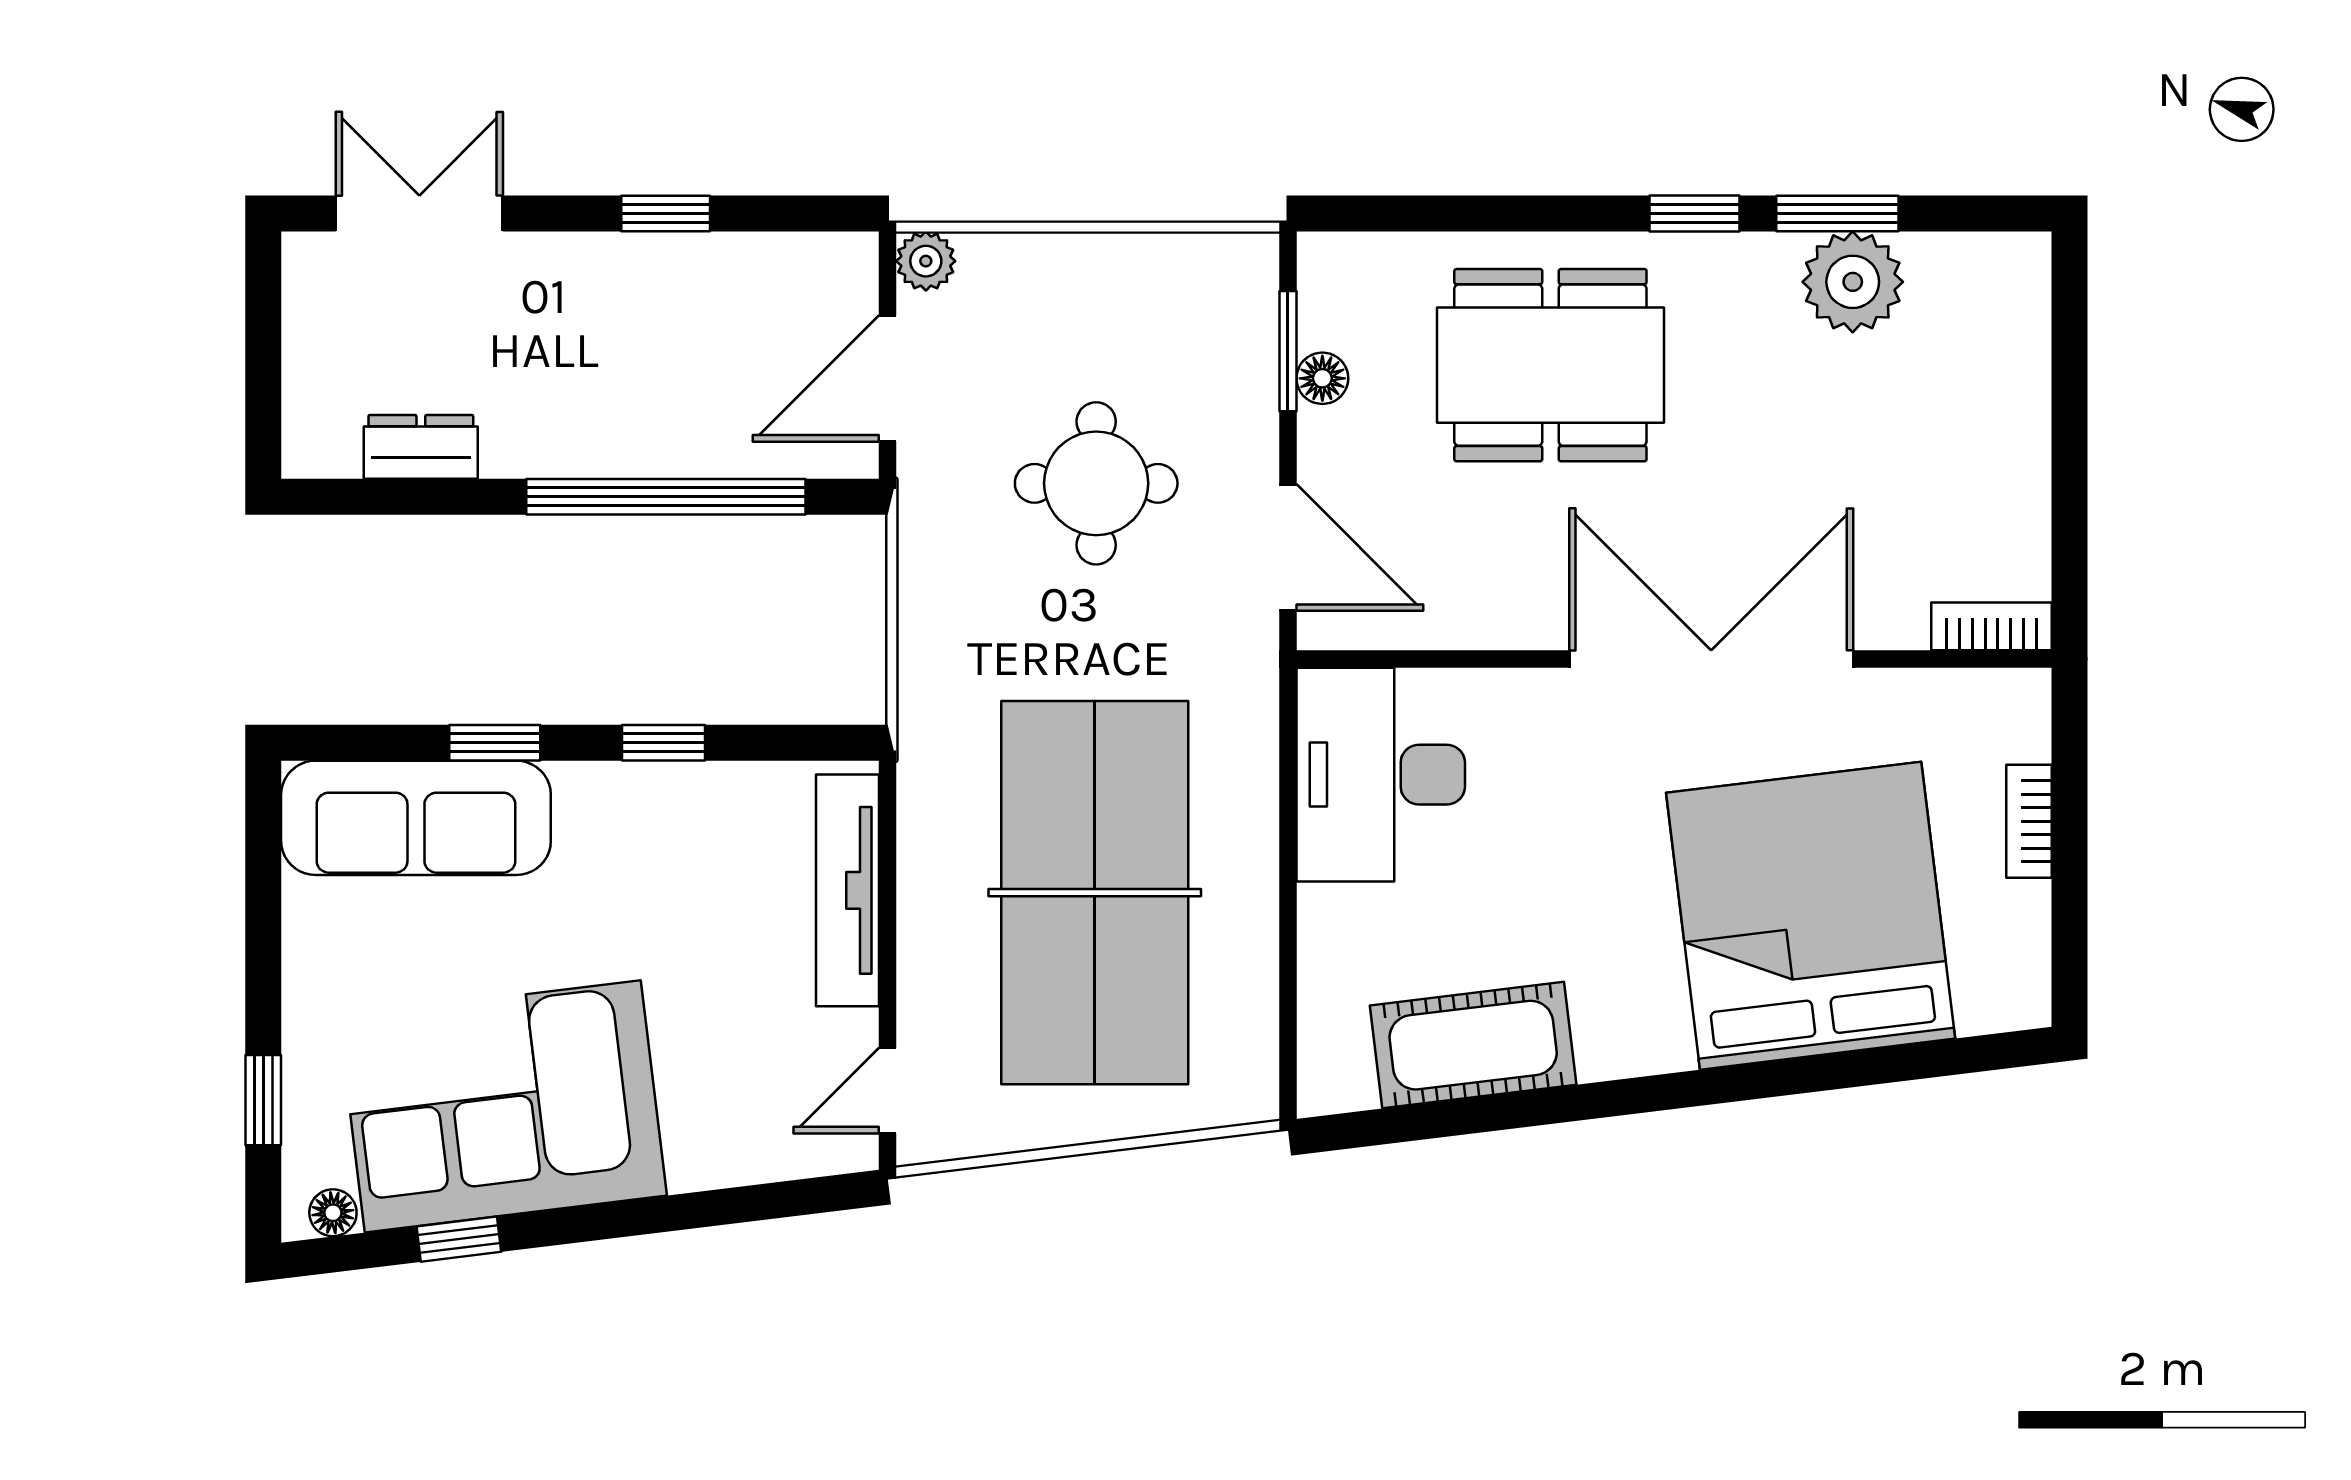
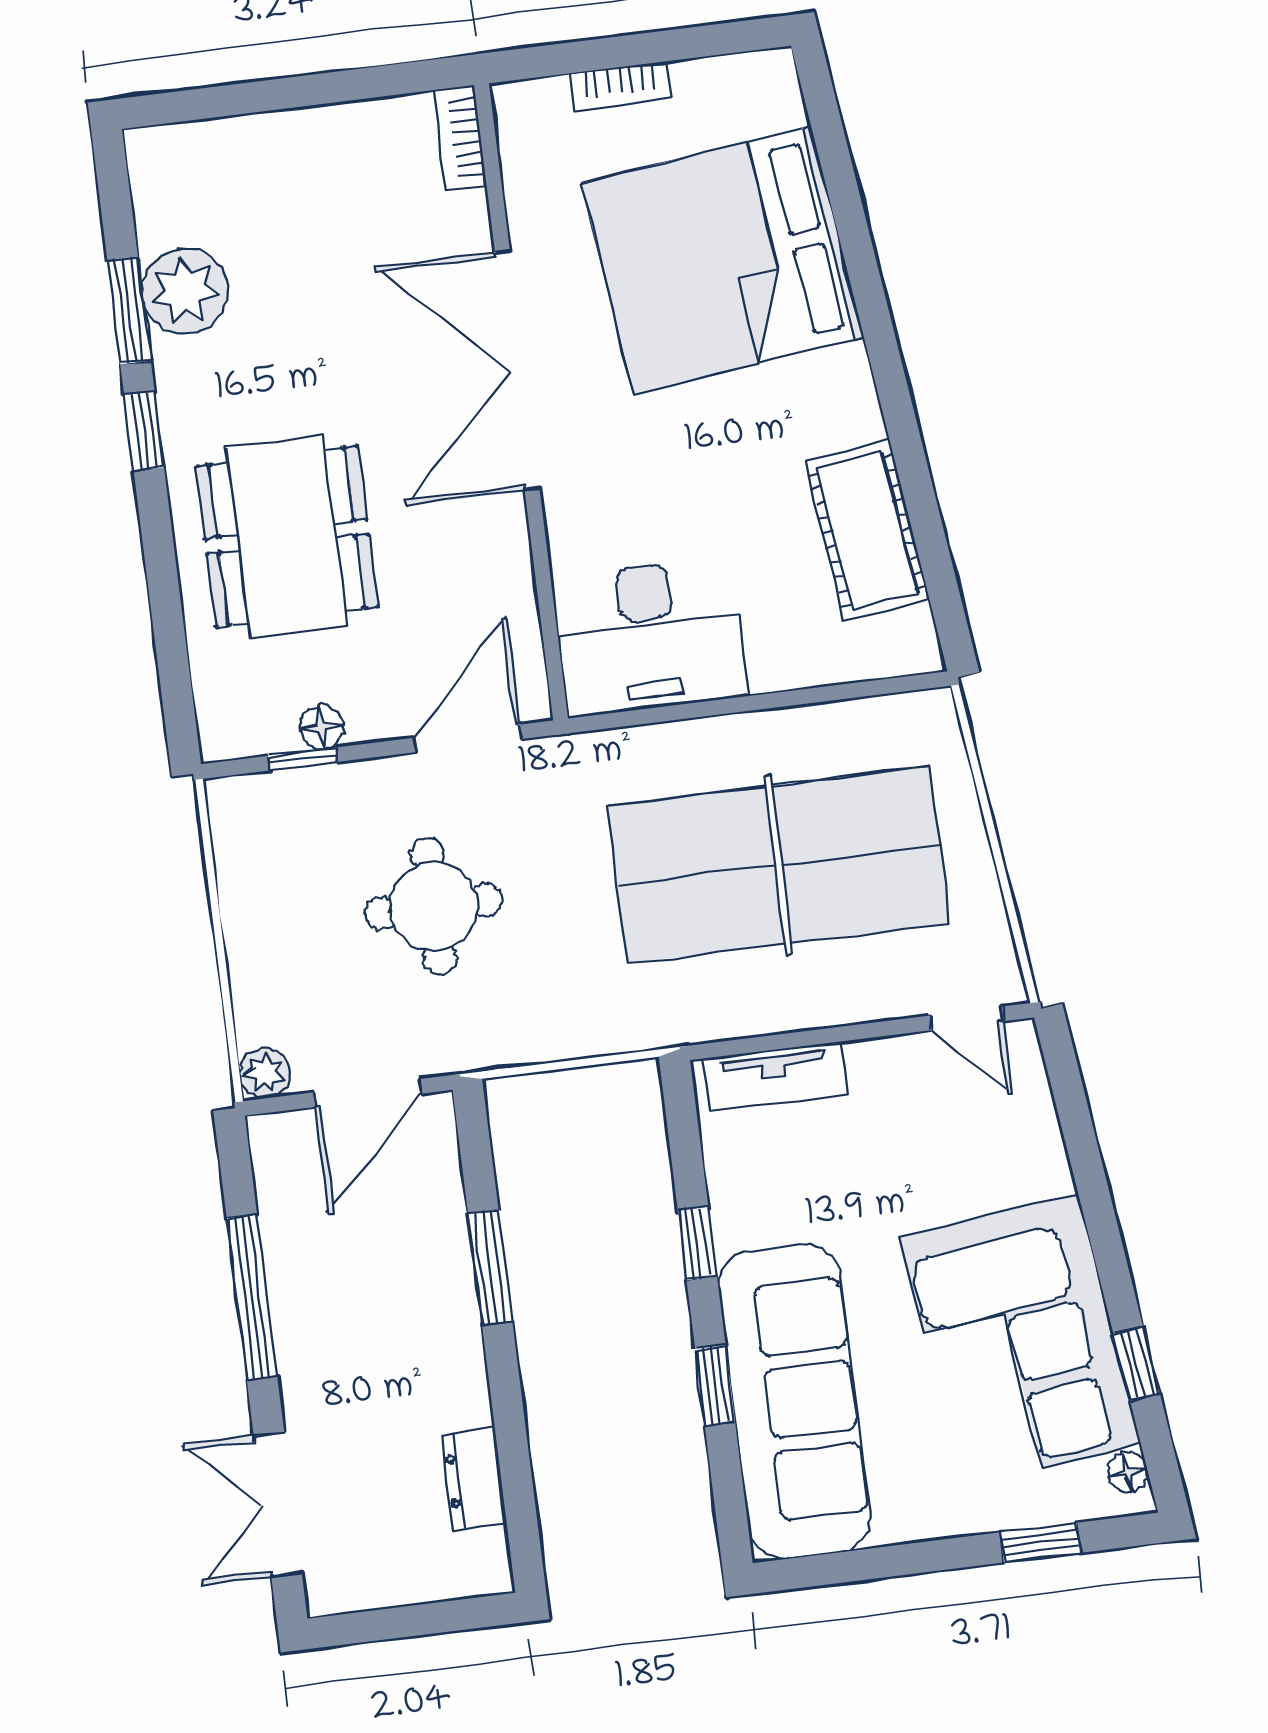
window: (666, 214) -> (252, 1297), width x2.17
window: (1288, 351) -> (303, 759), width x0.67
door: (888, 379) -> (368, 1093), hinge flipped
window: (666, 497) -> (490, 1267), width x0.47
sofa: (416, 818) -> (795, 1401), width x1.36, depth x1.27
tv unit: (848, 890) -> (774, 1077), width x0.71

